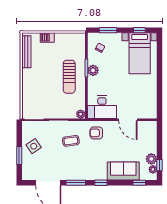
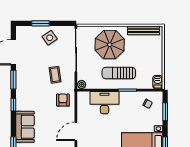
barbecue: (47, 38) -> (158, 82), moved
plant: (93, 70) -> (125, 97), removed
parasol: (41, 86) -> (110, 45), added
desk: (102, 107) -> (104, 103), moved, turned 90

